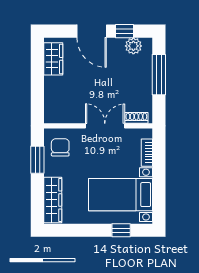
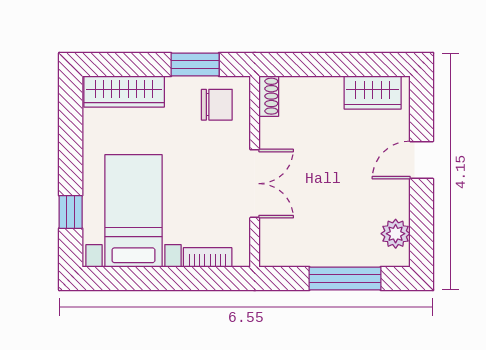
door: (92, 31) -> (422, 160), width x0.73
window: (125, 31) -> (422, 218), removed
shoe rack: (136, 118) -> (269, 96), moved

